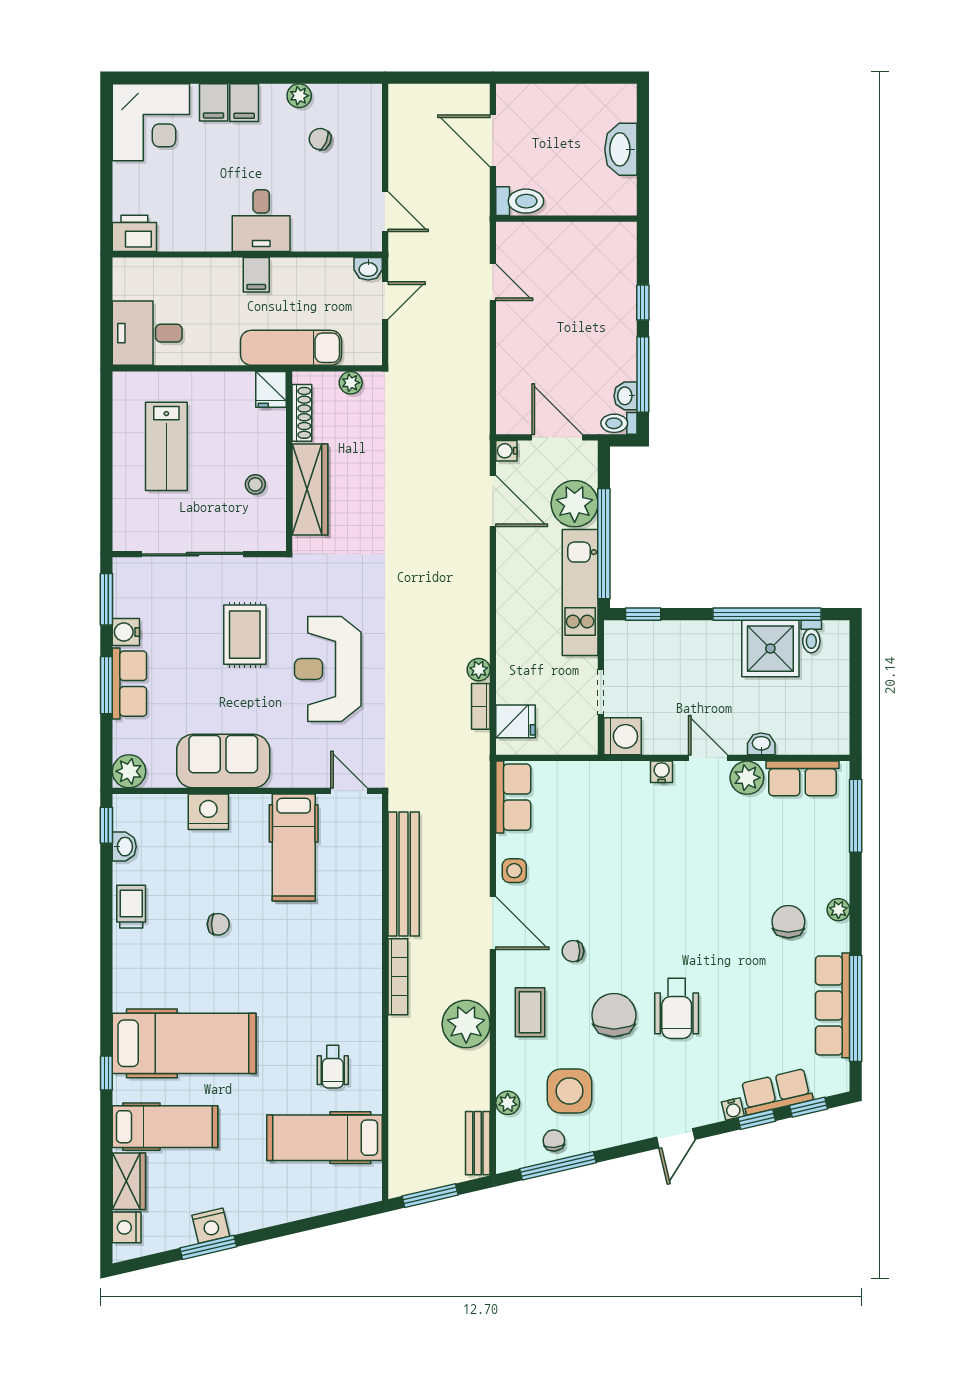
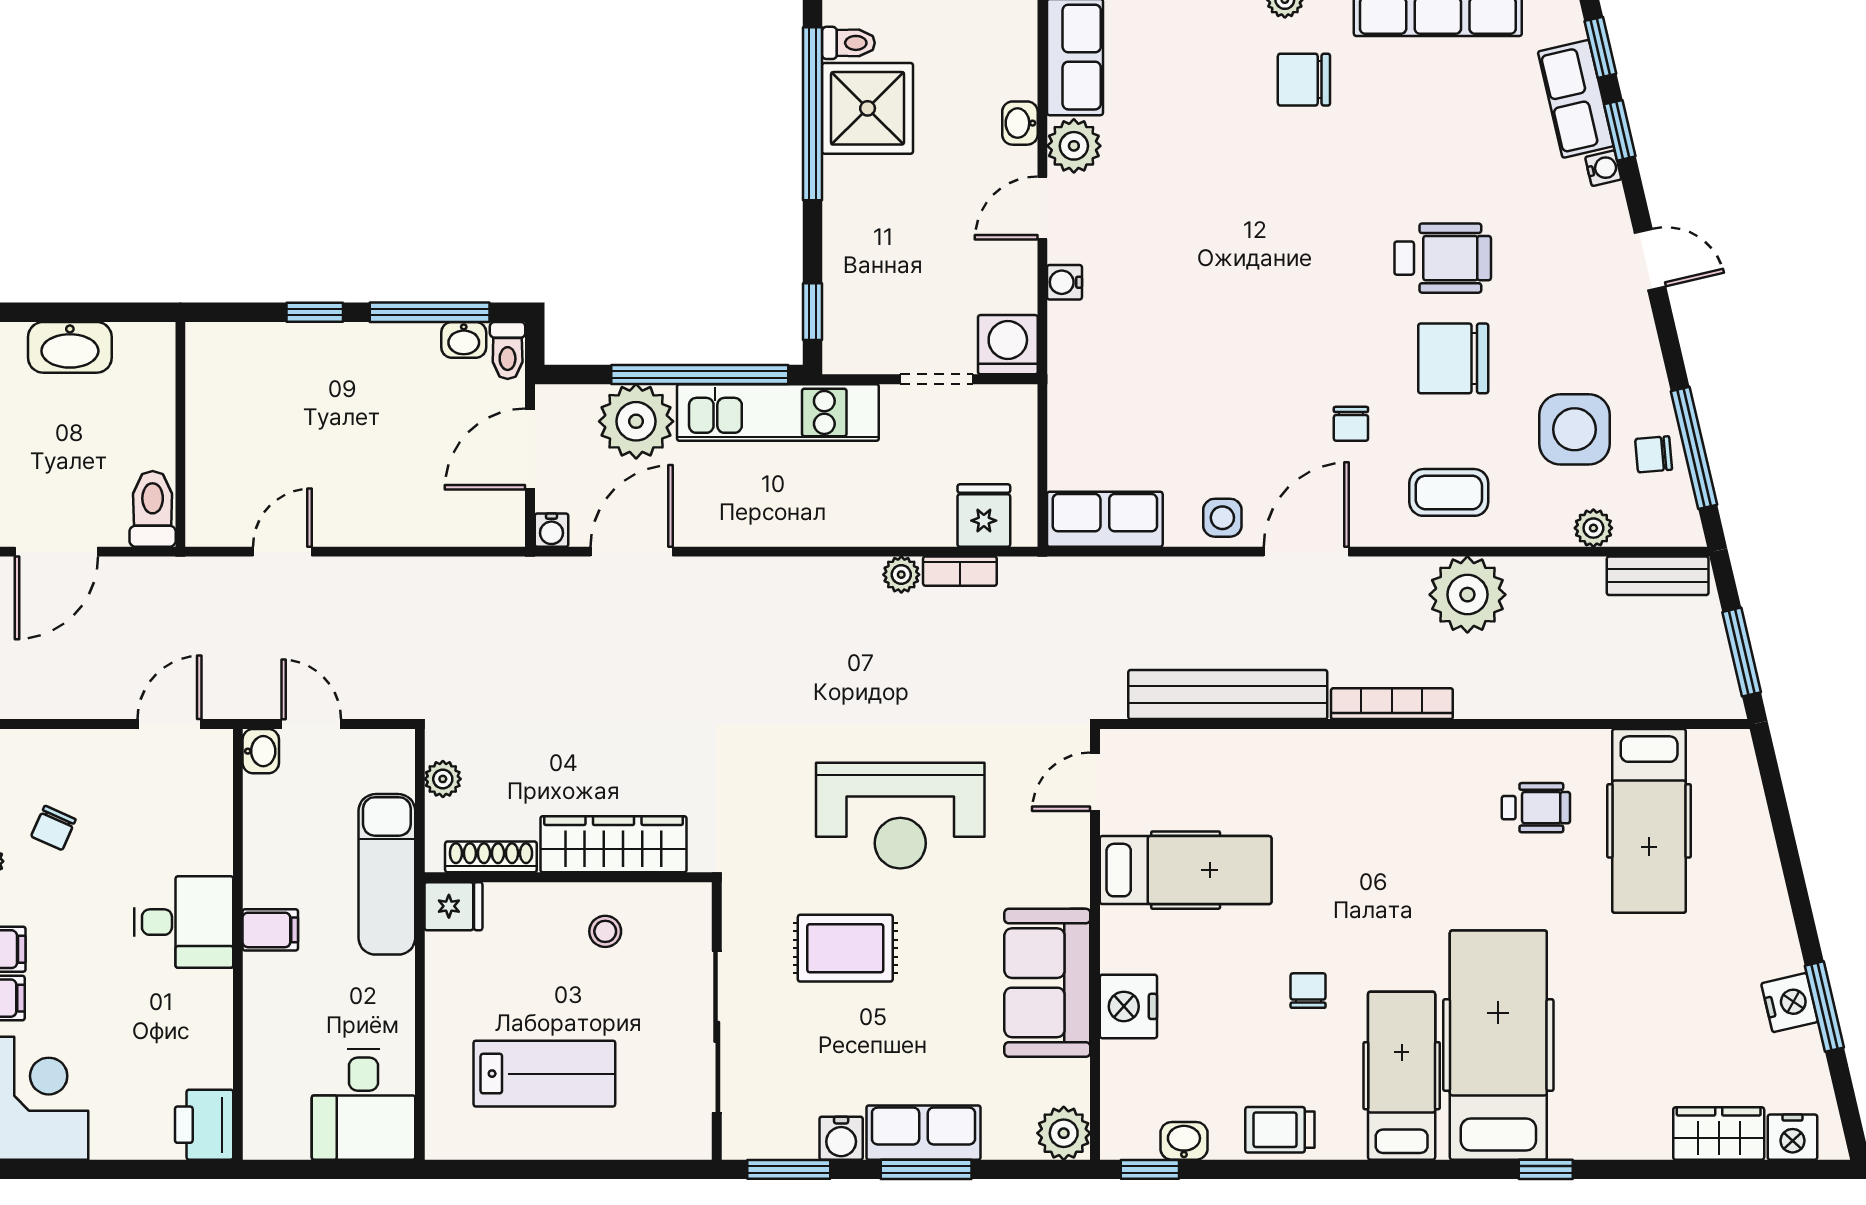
hospital bed: (165, 1127) -> (1402, 1076), moved

